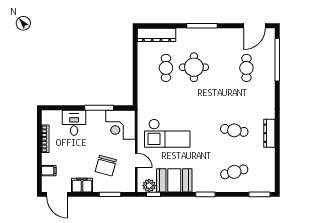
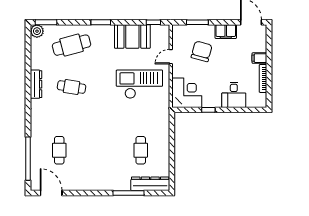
window: (202, 26) -> (128, 193), moved
door: (254, 26) -> (51, 193), hinge flipped
round table: (194, 67) -> (112, 151), removed
window: (99, 108) -> (208, 110), width x0.46
door: (136, 160) -> (171, 57), hinge flipped
filing cabinet: (49, 171) -> (259, 58), moved
cafe table: (234, 172) -> (72, 45), width x1.37, depth x1.35
plant: (149, 186) -> (37, 31), moved

